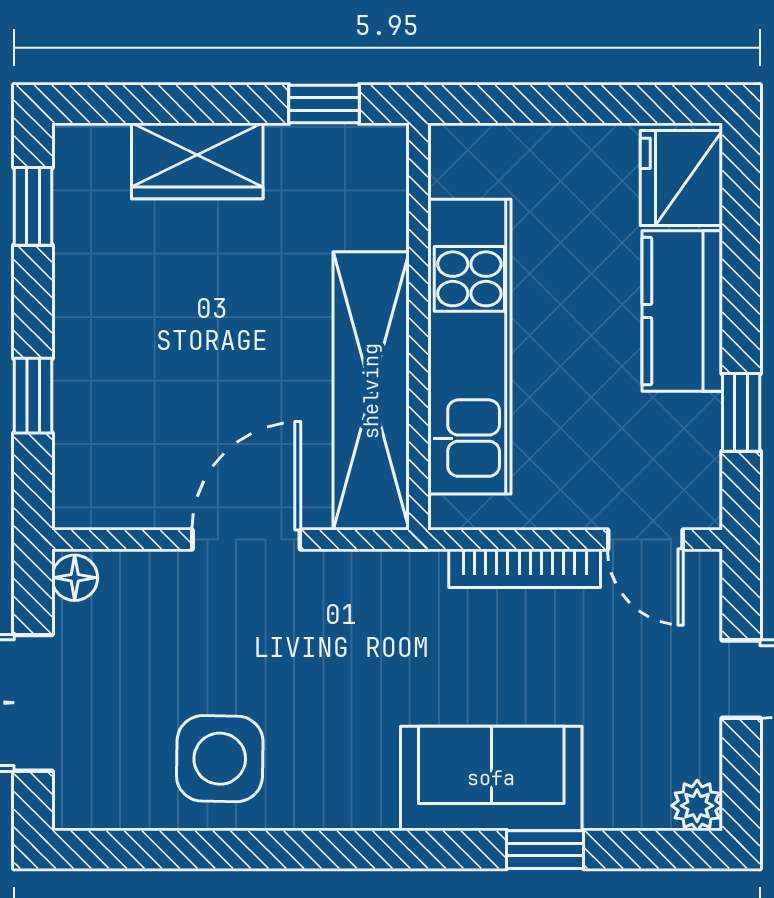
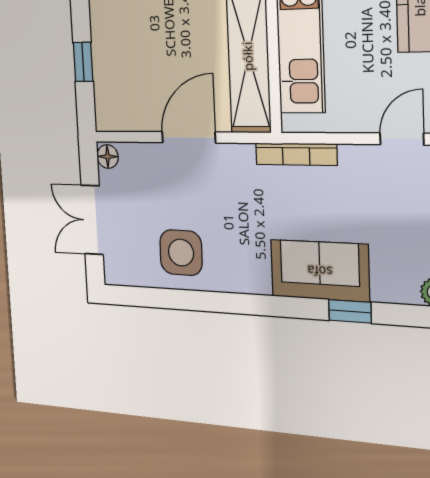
door: (645, 539) -> (402, 139), swing flipped
bookcase: (525, 568) -> (296, 154), moved

